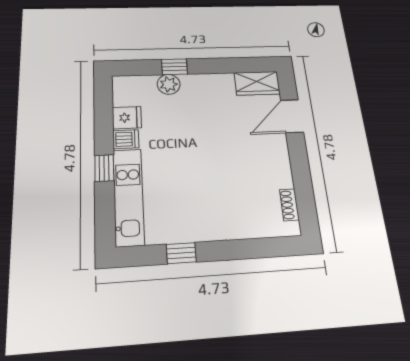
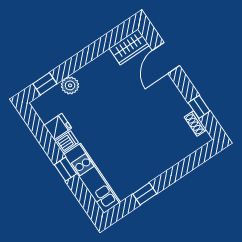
window: (174, 67) -> (45, 84), moved
window: (303, 189) -> (199, 107), added

